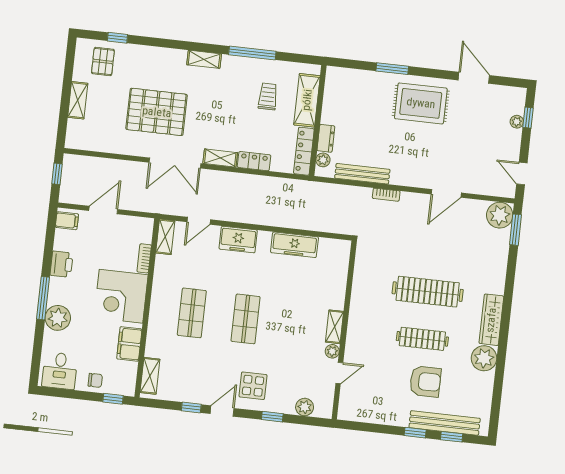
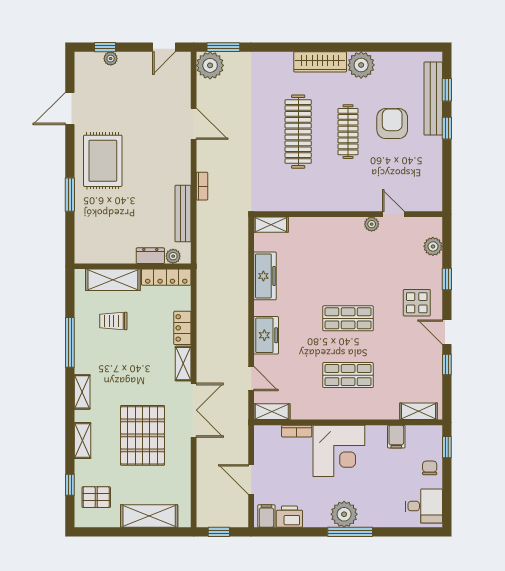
shelving: (158, 54) -> (82, 441), added
shelving: (78, 100) -> (149, 516), width x1.50, depth x1.33
printer: (62, 264) -> (289, 517), moved
plant: (58, 318) -> (344, 514), moved
shelving: (335, 327) -> (271, 225), moved
filing cabinet: (129, 344) -> (396, 437), width x0.50

